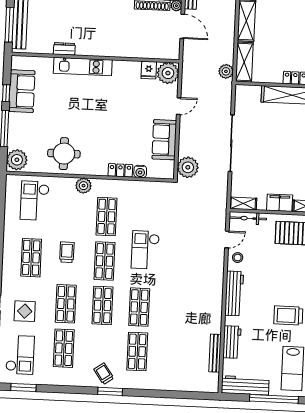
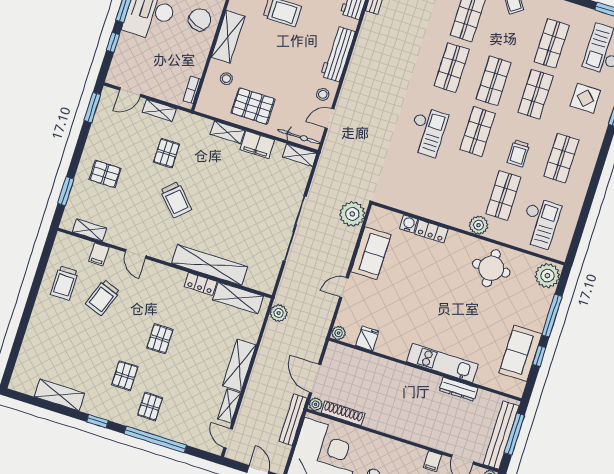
dresser: (64, 49) -> (458, 389), width x1.44
shelving: (244, 62) -> (238, 298), moved, turned 90
plant: (168, 73) -> (339, 333), width x0.53, depth x0.53
shop shelf: (107, 217) -> (503, 196), moved

